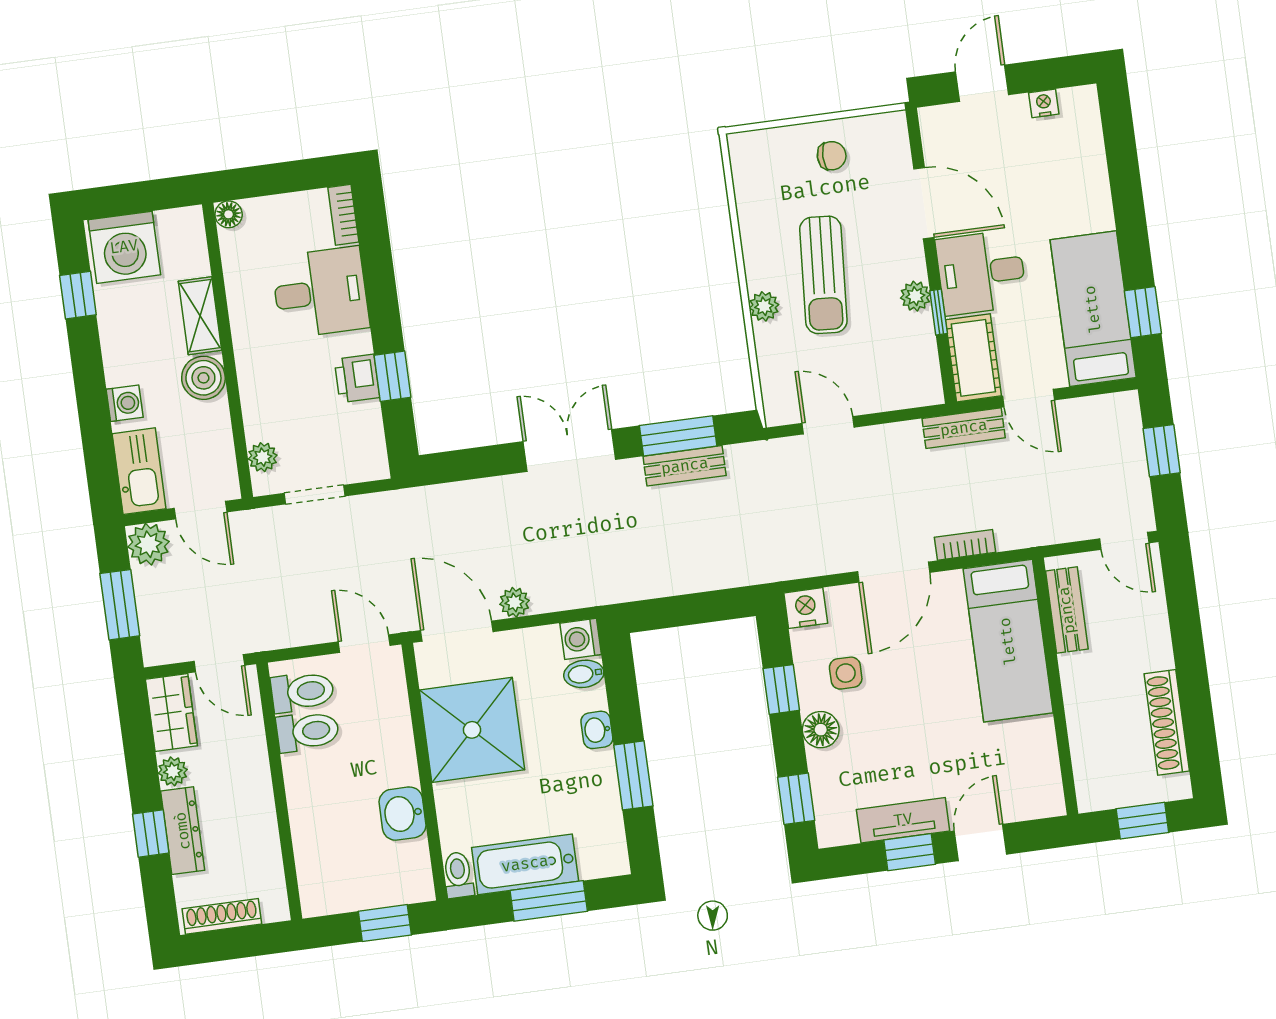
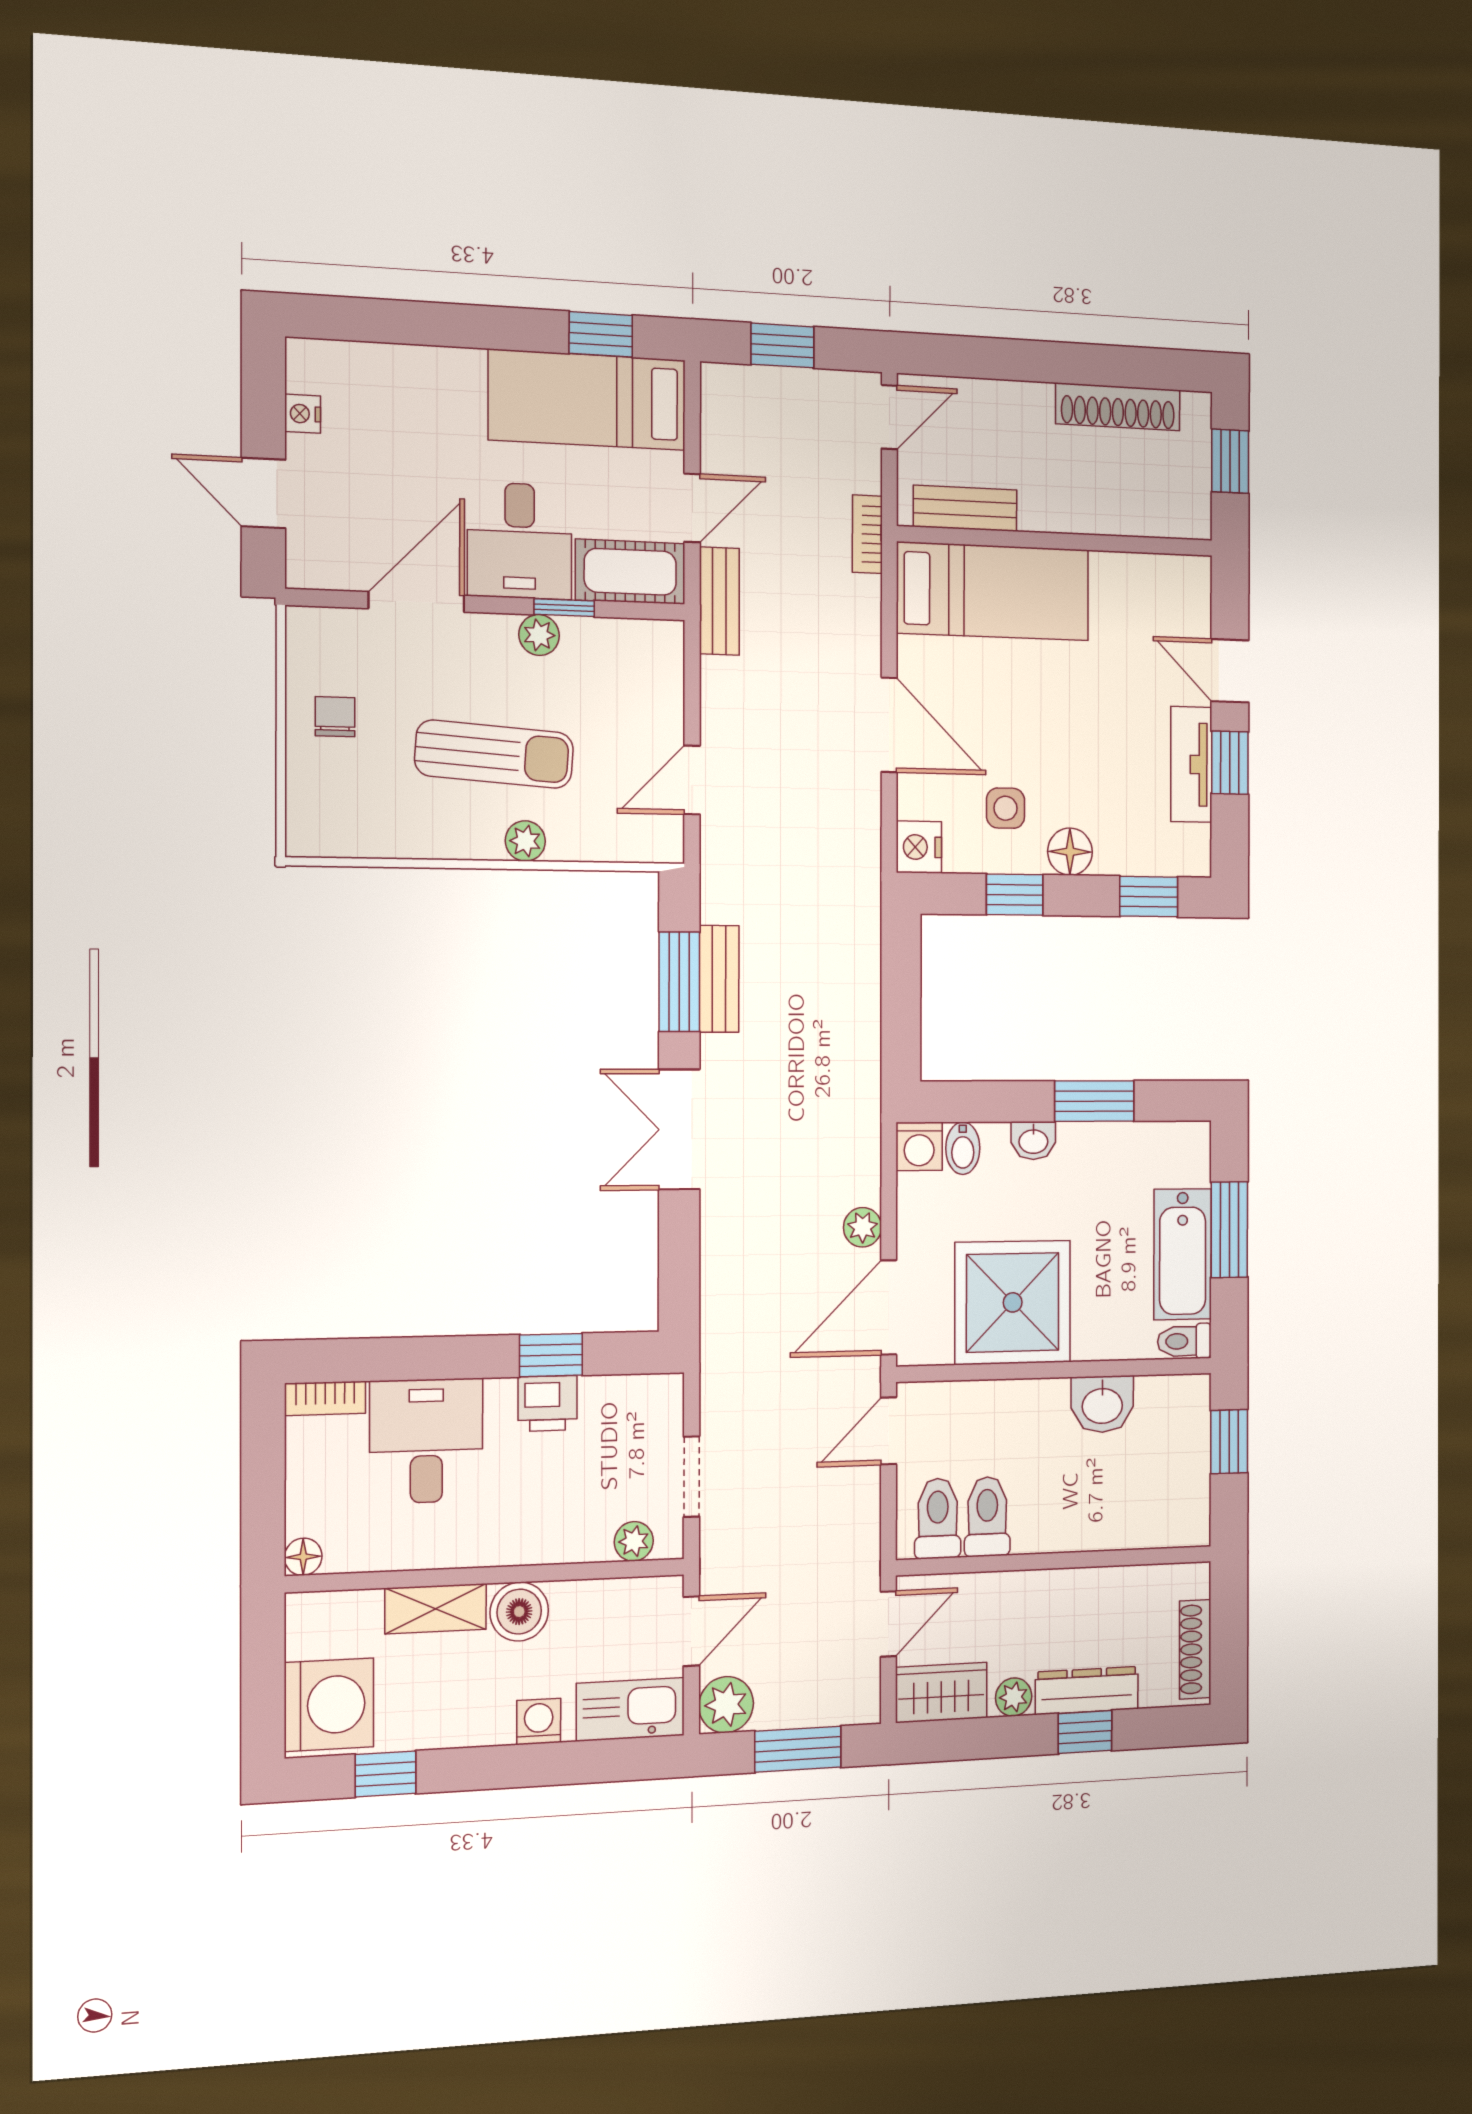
bookcase: (965, 545) -> (867, 534), moved

